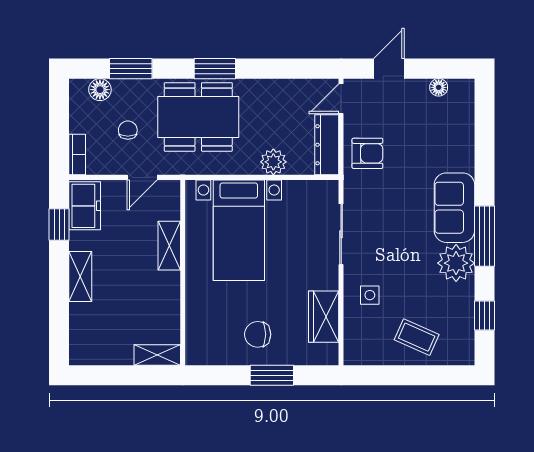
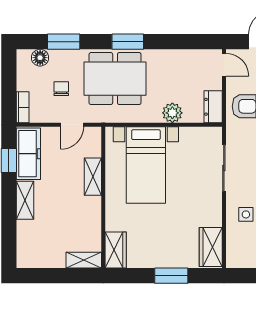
door: (341, 99) -> (224, 65), swing flipped
dresser: (327, 145) -> (213, 107), width x0.70
freezer: (85, 206) -> (28, 154), width x1.40
wardrobe: (324, 317) -> (211, 247), moved
chair: (258, 334) -> (160, 244), removed
wardrobe: (199, 342) -> (116, 250), added

